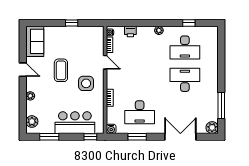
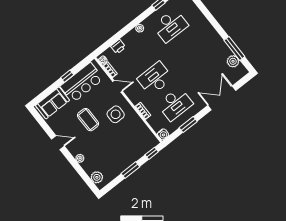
sofa: (35, 41) -> (52, 103), moved, turned 90
desk: (185, 80) -> (155, 79), moved
bar counter: (75, 123) -> (82, 83), moved, turned 180
plant: (212, 128) -> (233, 61), moved
window: (49, 137) -> (130, 170), moved

